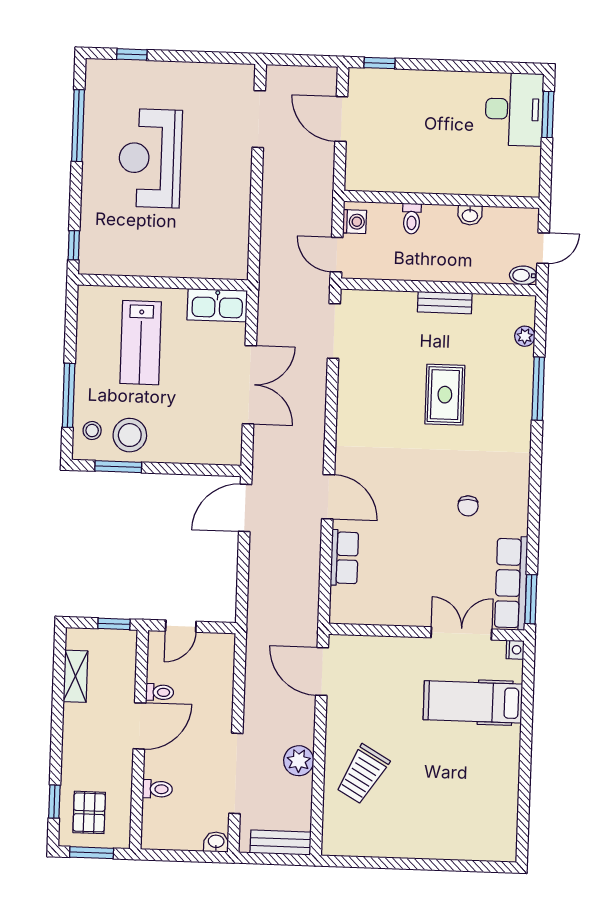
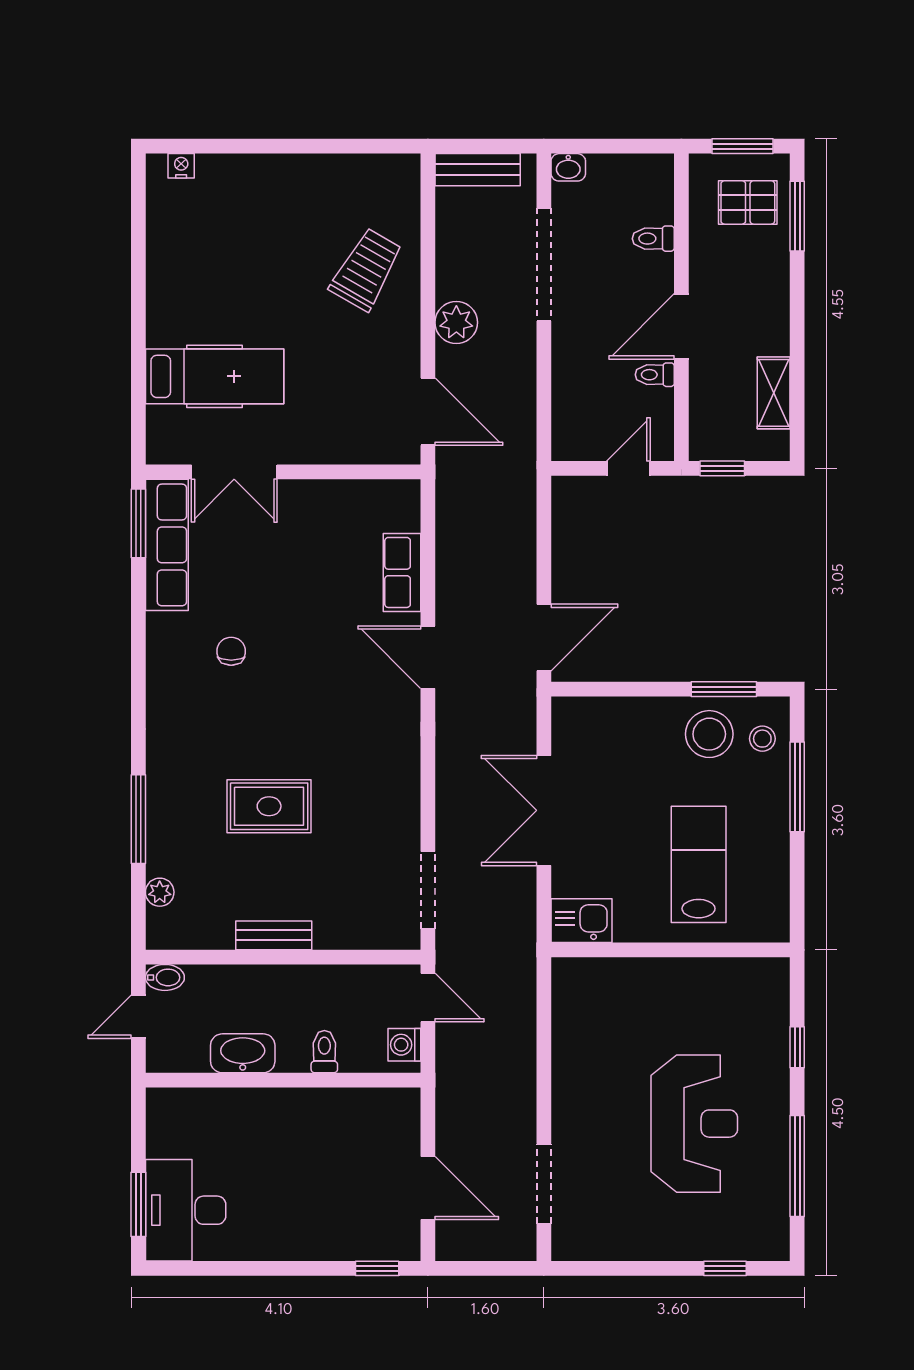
washbasin: (470, 215) -> (243, 1053), width x1.91, depth x1.45
window: (74, 245) -> (797, 1047), moved
kitchen sink: (217, 305) -> (581, 921), width x0.73
rug: (445, 395) -> (269, 806), turned 90
nightstand: (515, 650) -> (181, 166), moved, turned 90
plant: (299, 761) -> (456, 322), moved
window: (54, 802) -> (797, 216), width x1.50
pallet: (89, 812) -> (748, 202), turned 90

